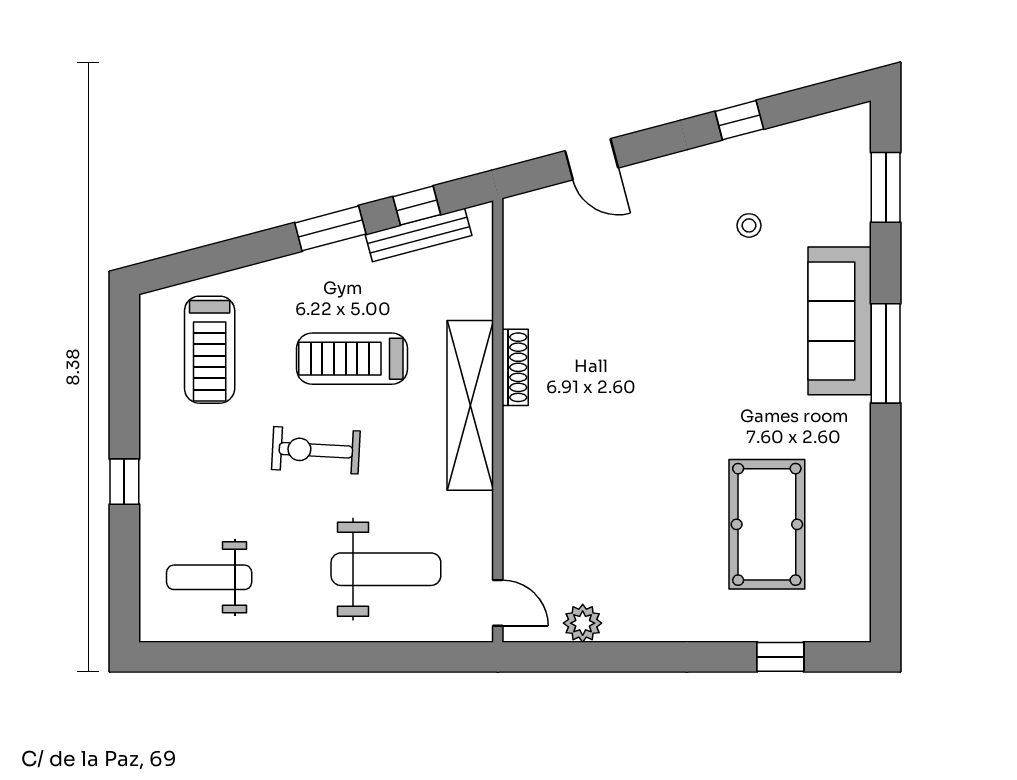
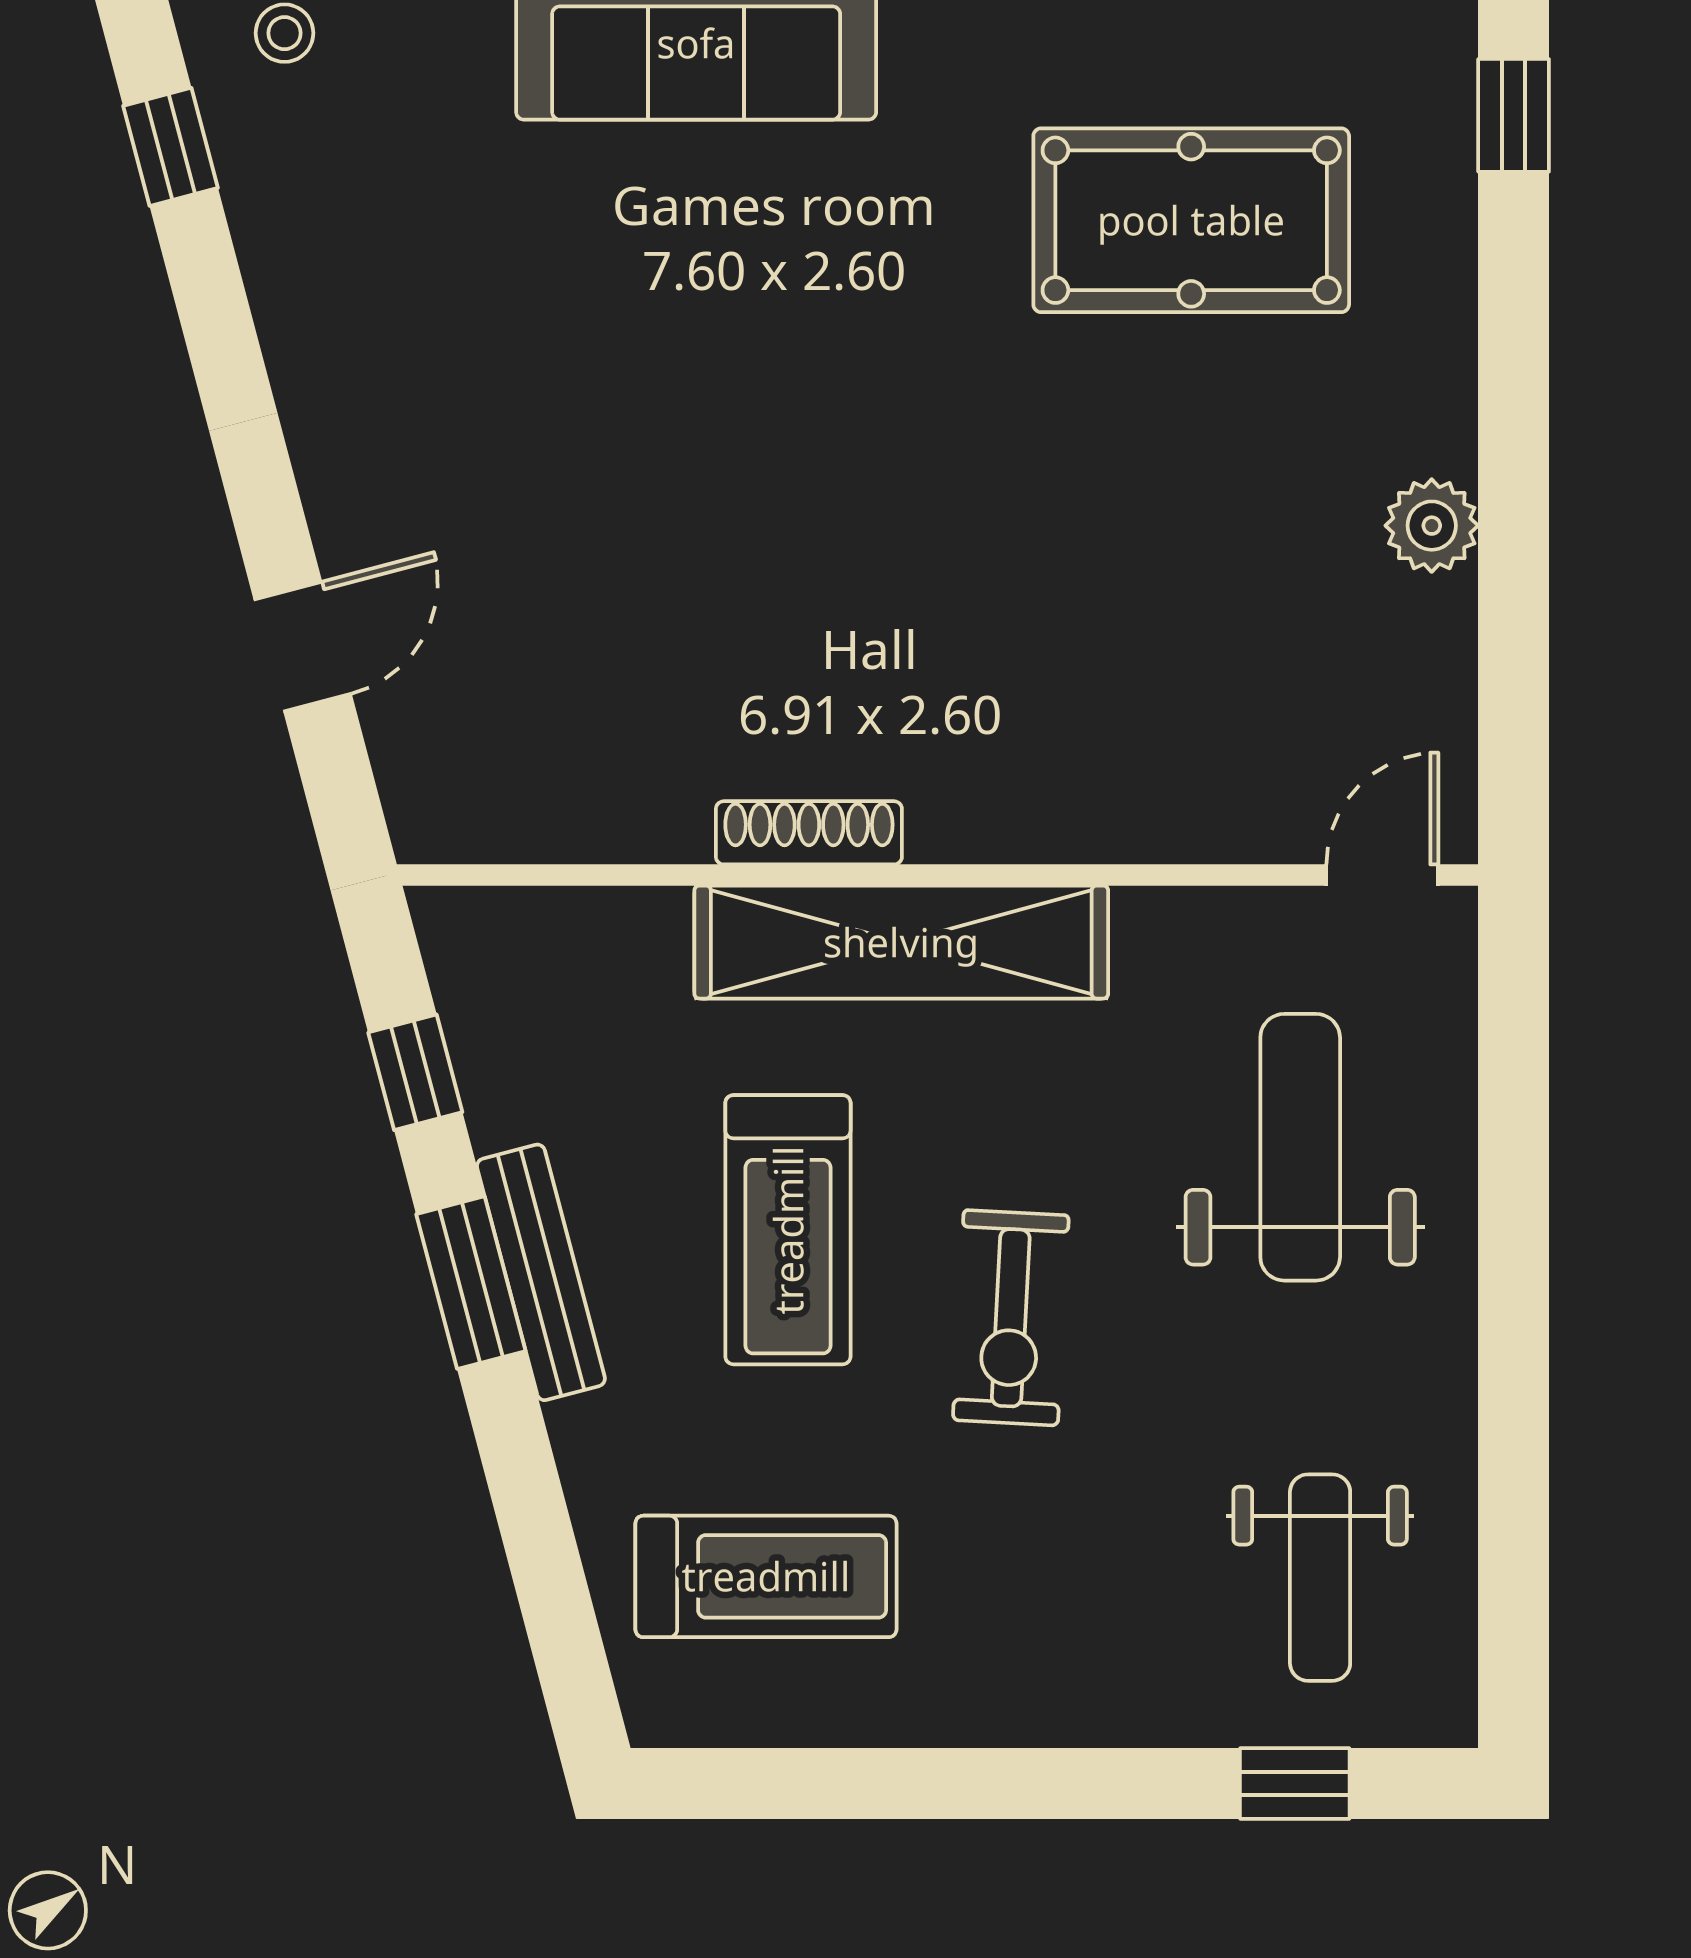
window: (739, 120) -> (170, 147), moved
stool: (749, 225) -> (285, 33), moved
bench: (418, 235) -> (541, 1272), moved
window: (124, 482) -> (1295, 1784), moved
plant: (583, 623) -> (1432, 526), moved
window: (780, 657) -> (1514, 115), moved

